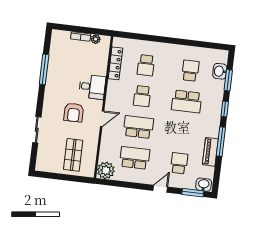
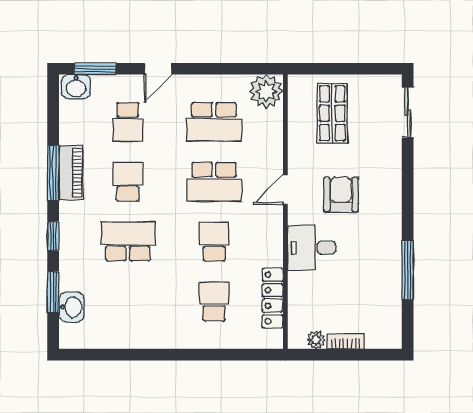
school desk: (190, 71) -> (128, 182), moved, turned 180
sliding door: (37, 130) -> (408, 112), moved
piano: (210, 152) -> (71, 172), moved

